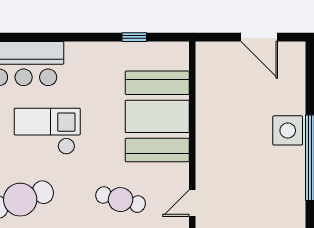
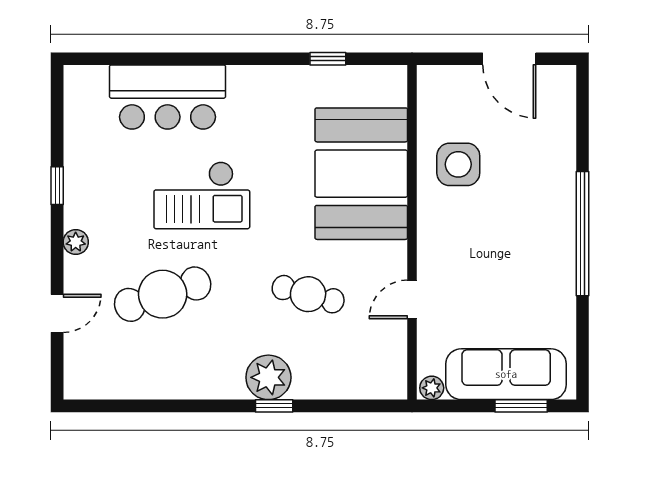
side table: (288, 130) -> (458, 164), moved
checkout: (47, 131) -> (202, 195), turned 180

